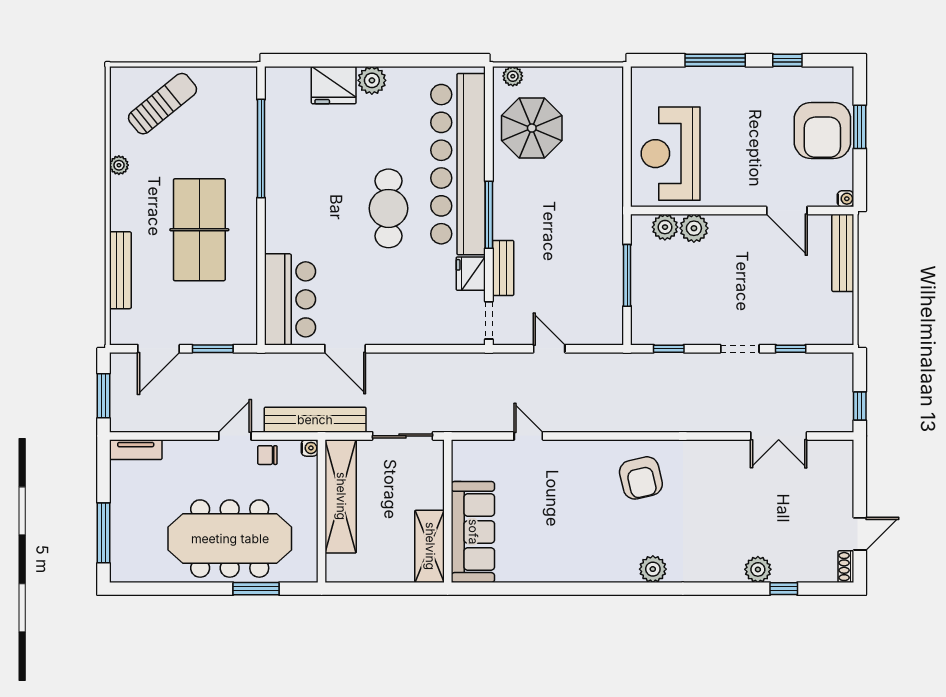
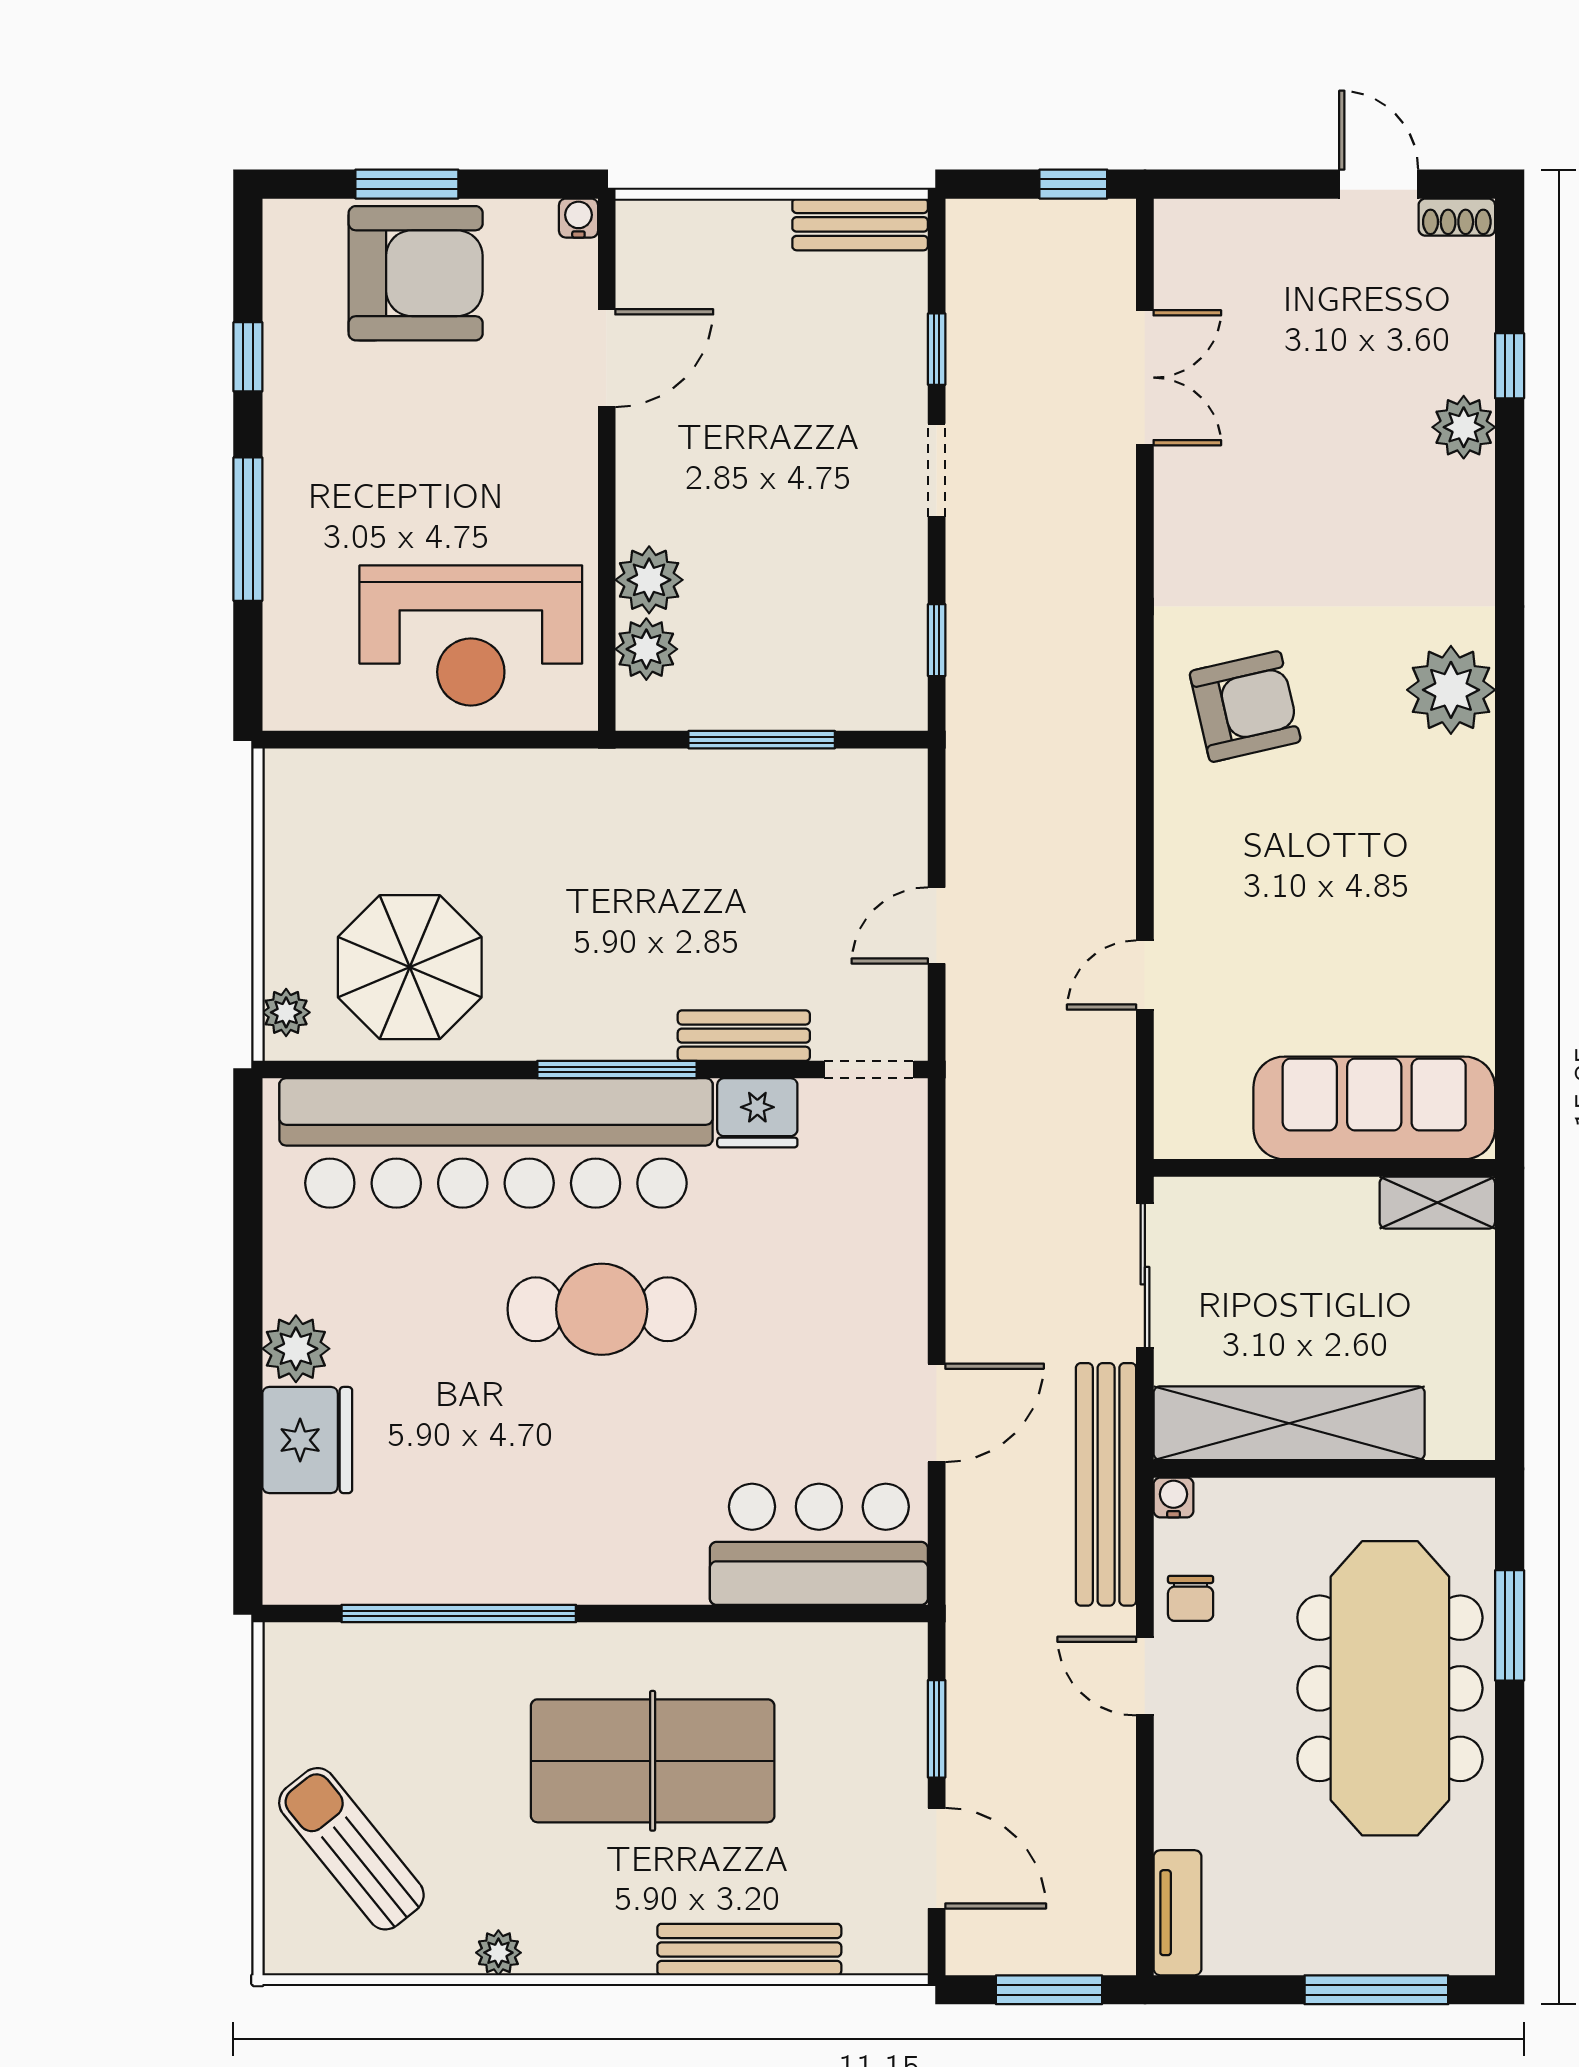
bench: (843, 253) -> (860, 224), moved, width x0.73
shelving: (430, 546) -> (1437, 1203), width x0.67, depth x0.75
plant: (653, 569) -> (1451, 690), width x1.36, depth x1.36

